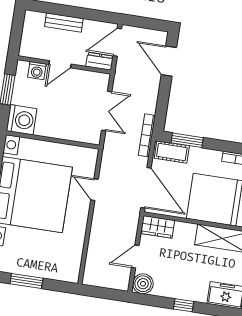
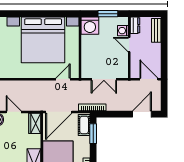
bench: (64, 22) -> (156, 30), moved
dresser: (100, 61) -> (135, 25), moved
door: (94, 190) -> (63, 79), moved

